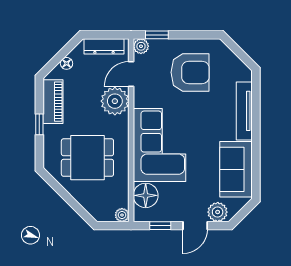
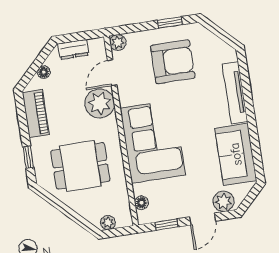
window: (157, 35) -> (170, 22), moved
dresser: (104, 46) -> (73, 49), width x0.70
window: (39, 124) -> (28, 157), moved
floor lamp: (146, 195) -> (141, 203), width x0.53, depth x0.53
plant: (122, 215) -> (108, 222), moved

